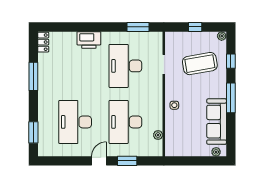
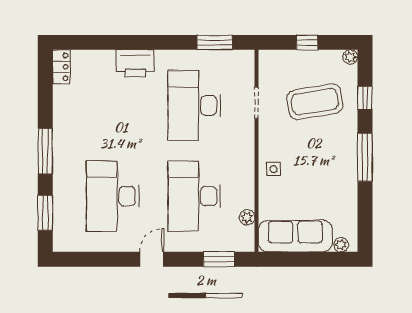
window: (33, 76) -> (45, 151), moved
sofa: (217, 122) -> (295, 236), moved, turned 90
window: (127, 161) -> (219, 259), moved

